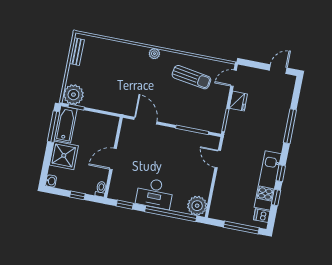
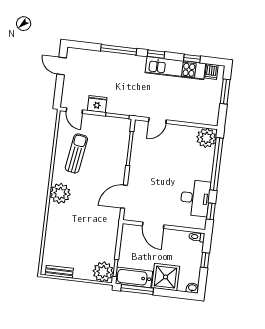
plant: (154, 54) -> (60, 193), width x1.87, depth x1.87
door: (113, 159) -> (153, 225), moved
window: (281, 173) -> (156, 54), moved
desk: (155, 193) -> (195, 198), moved
window: (241, 227) -> (225, 91), width x0.69

